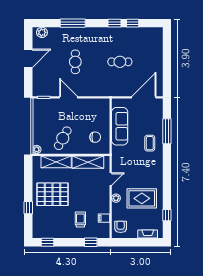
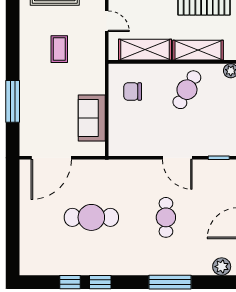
cafe table: (120, 62) -> (91, 217), width x1.37, depth x1.35
sofa: (120, 126) -> (92, 118), width x0.73
coffee table: (150, 143) -> (59, 49), moved
door: (111, 179) -> (107, 21), swing flipped

